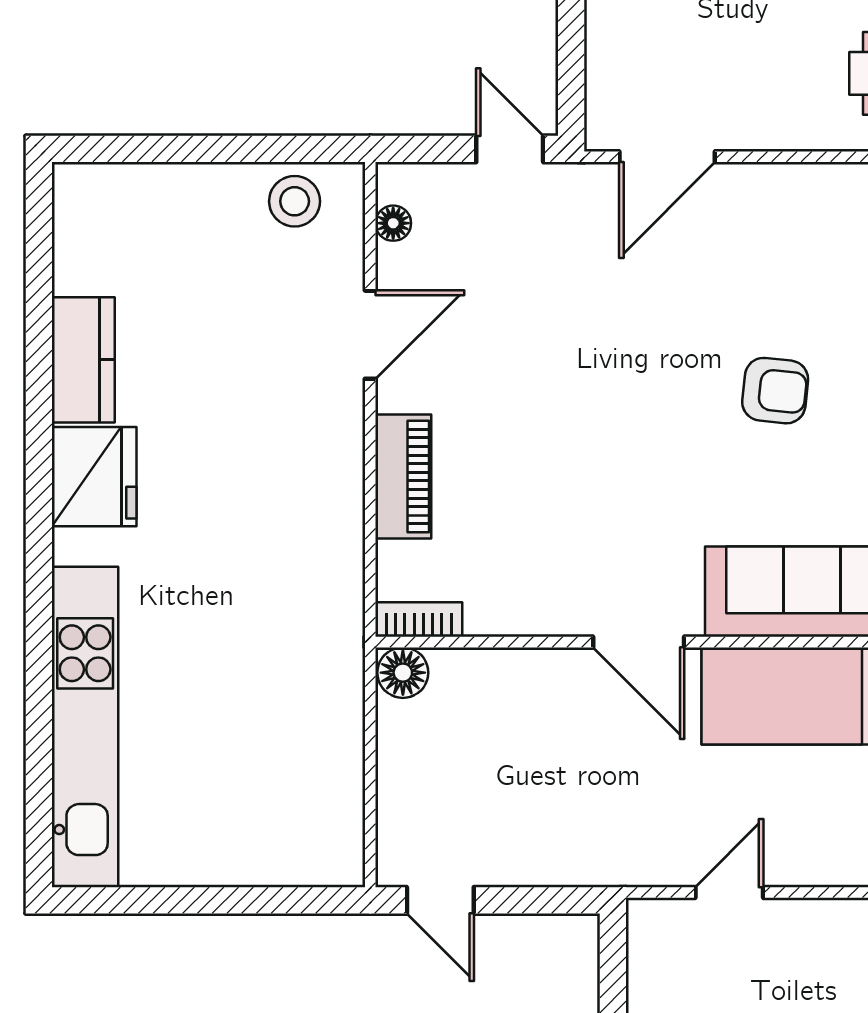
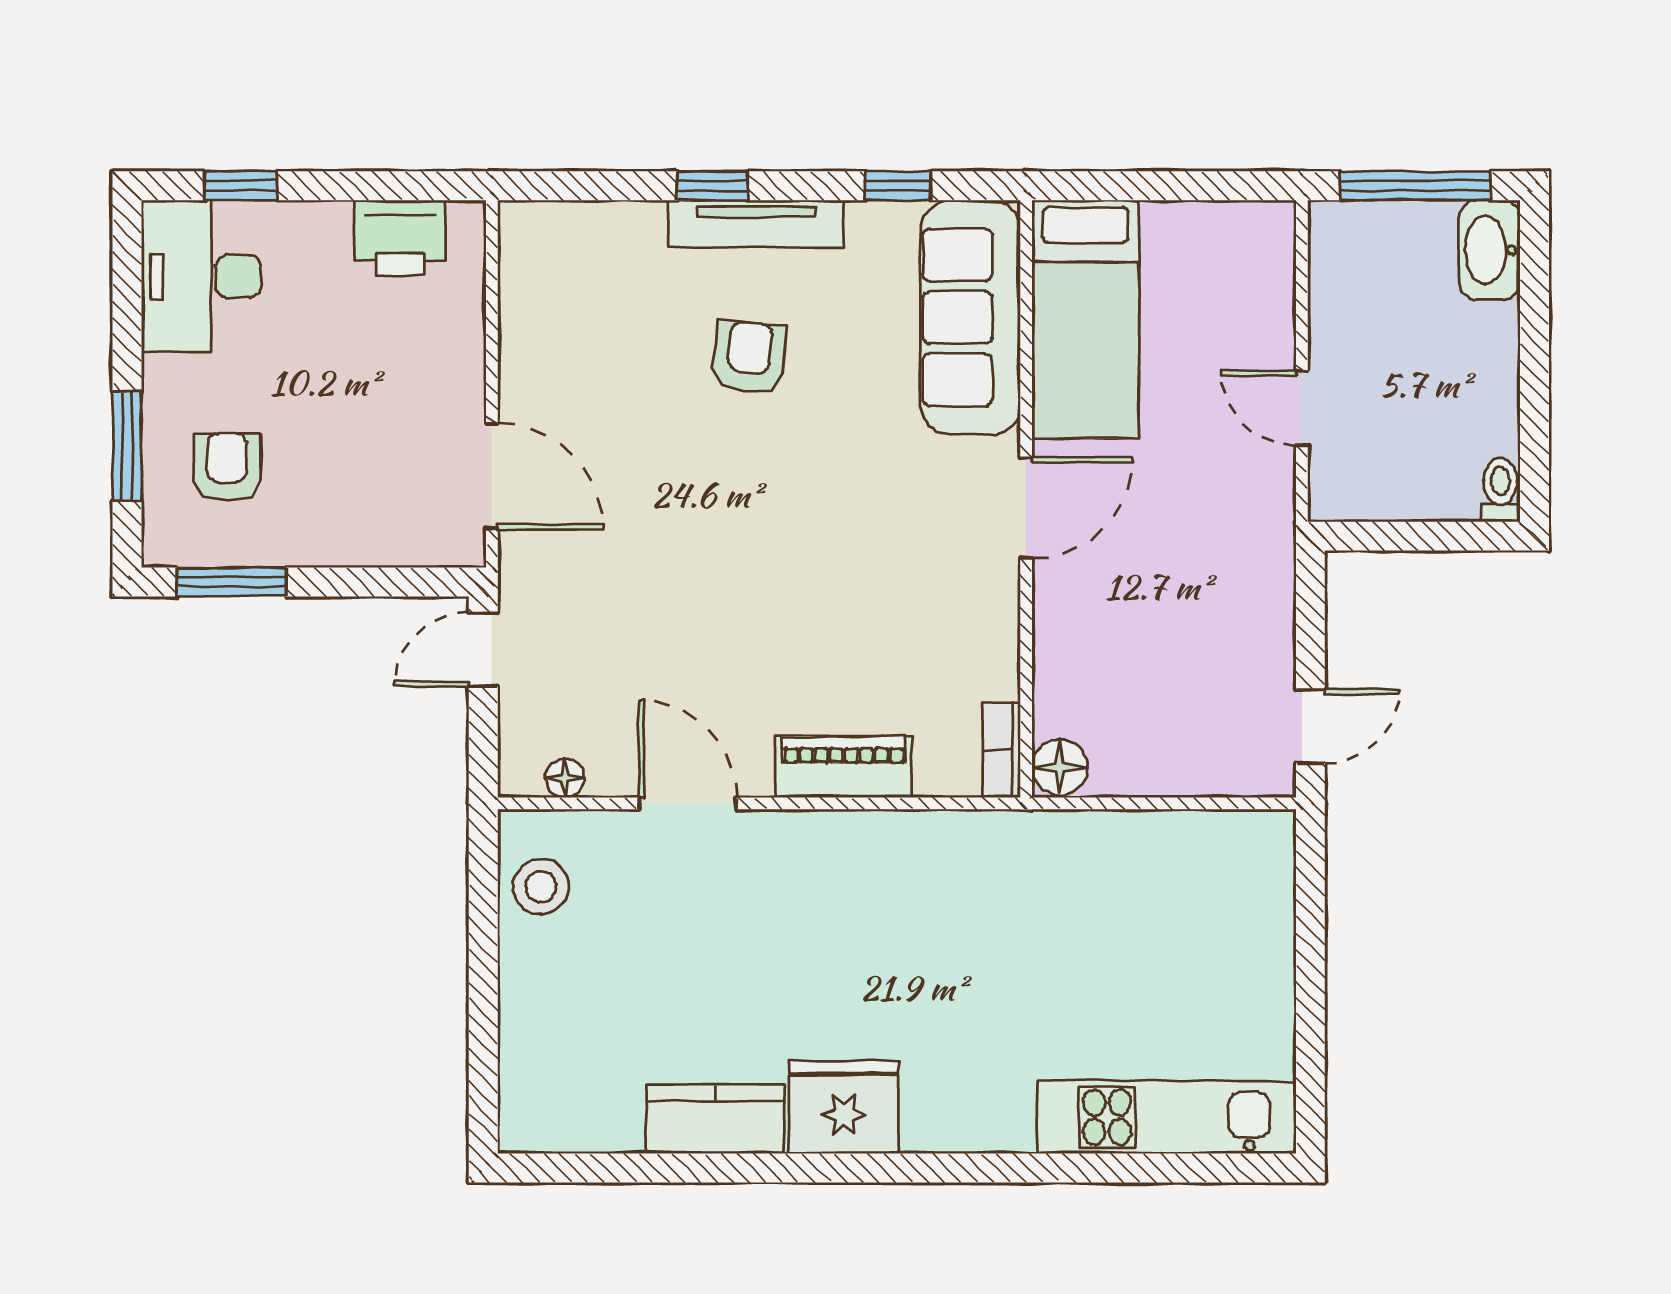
kitchen unit: (85, 727) -> (1167, 1117), width x0.73

